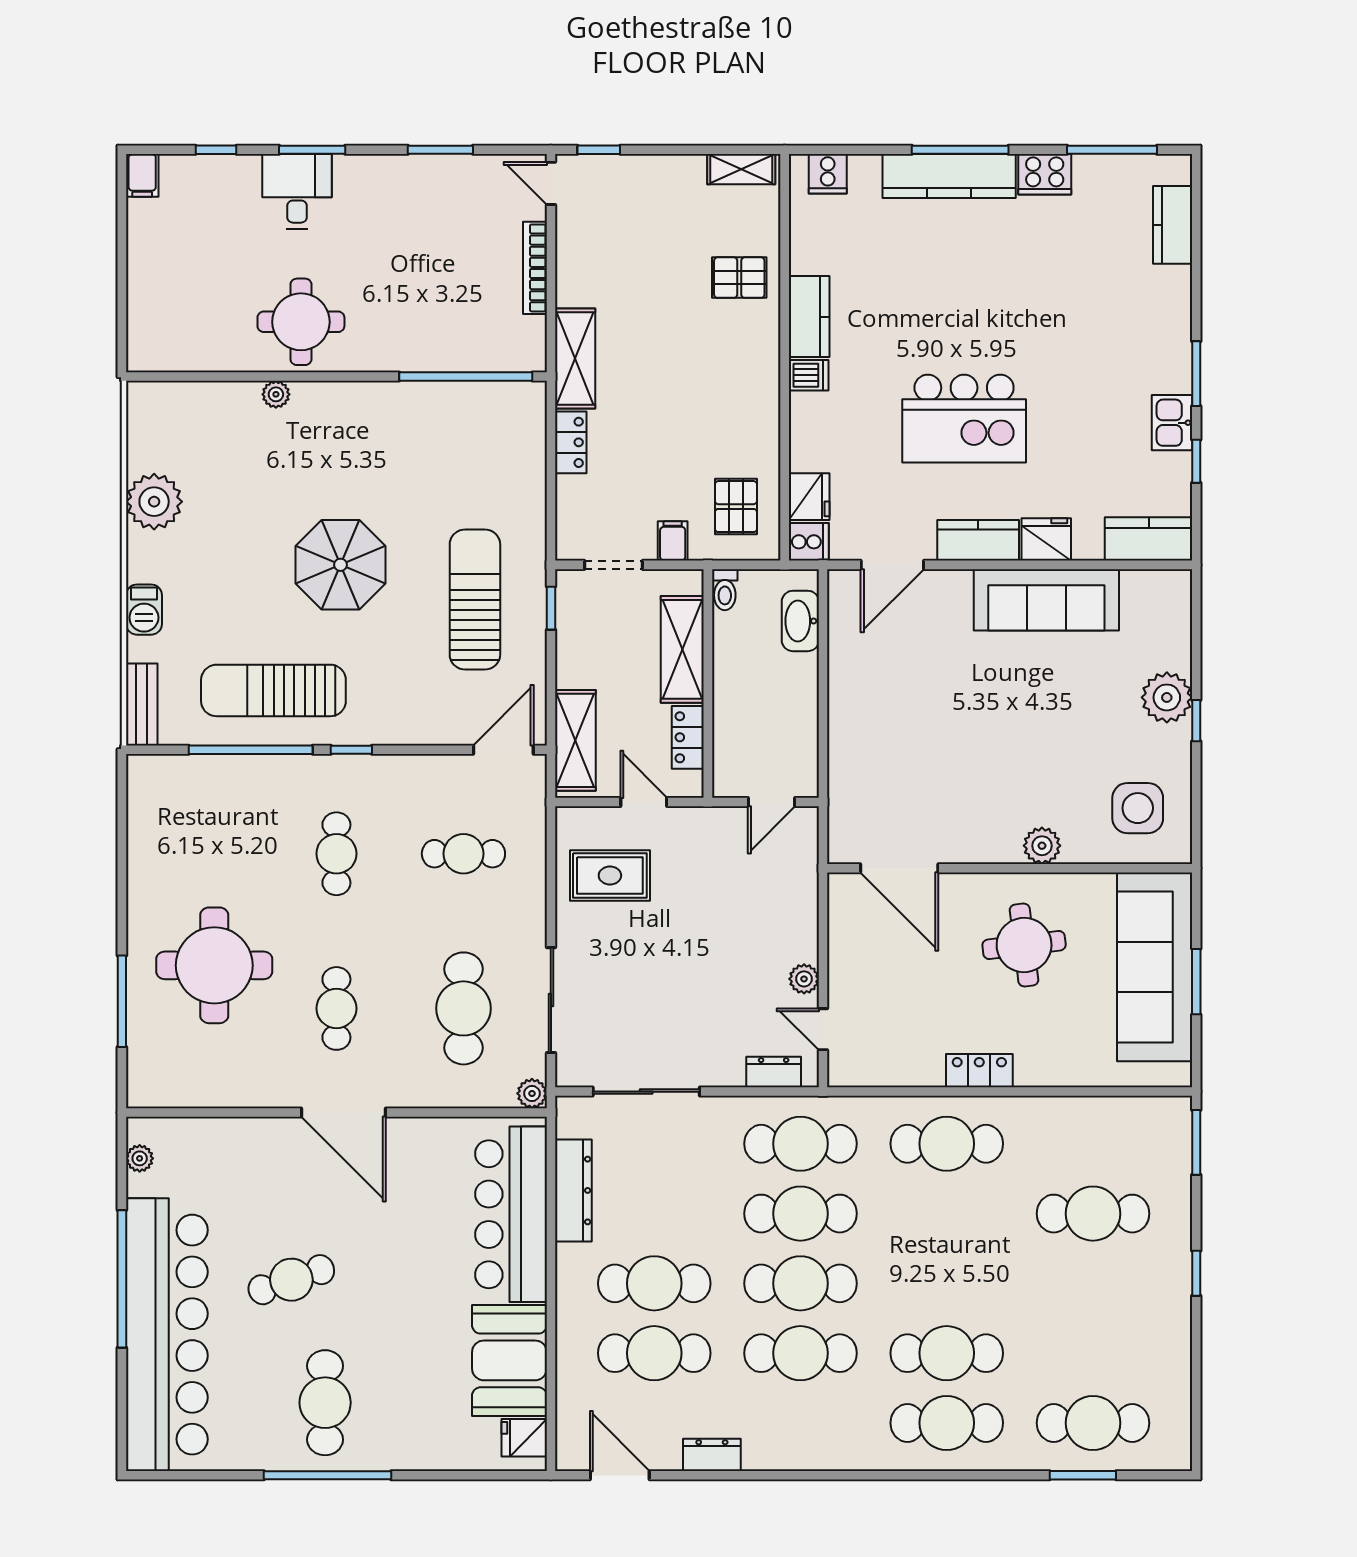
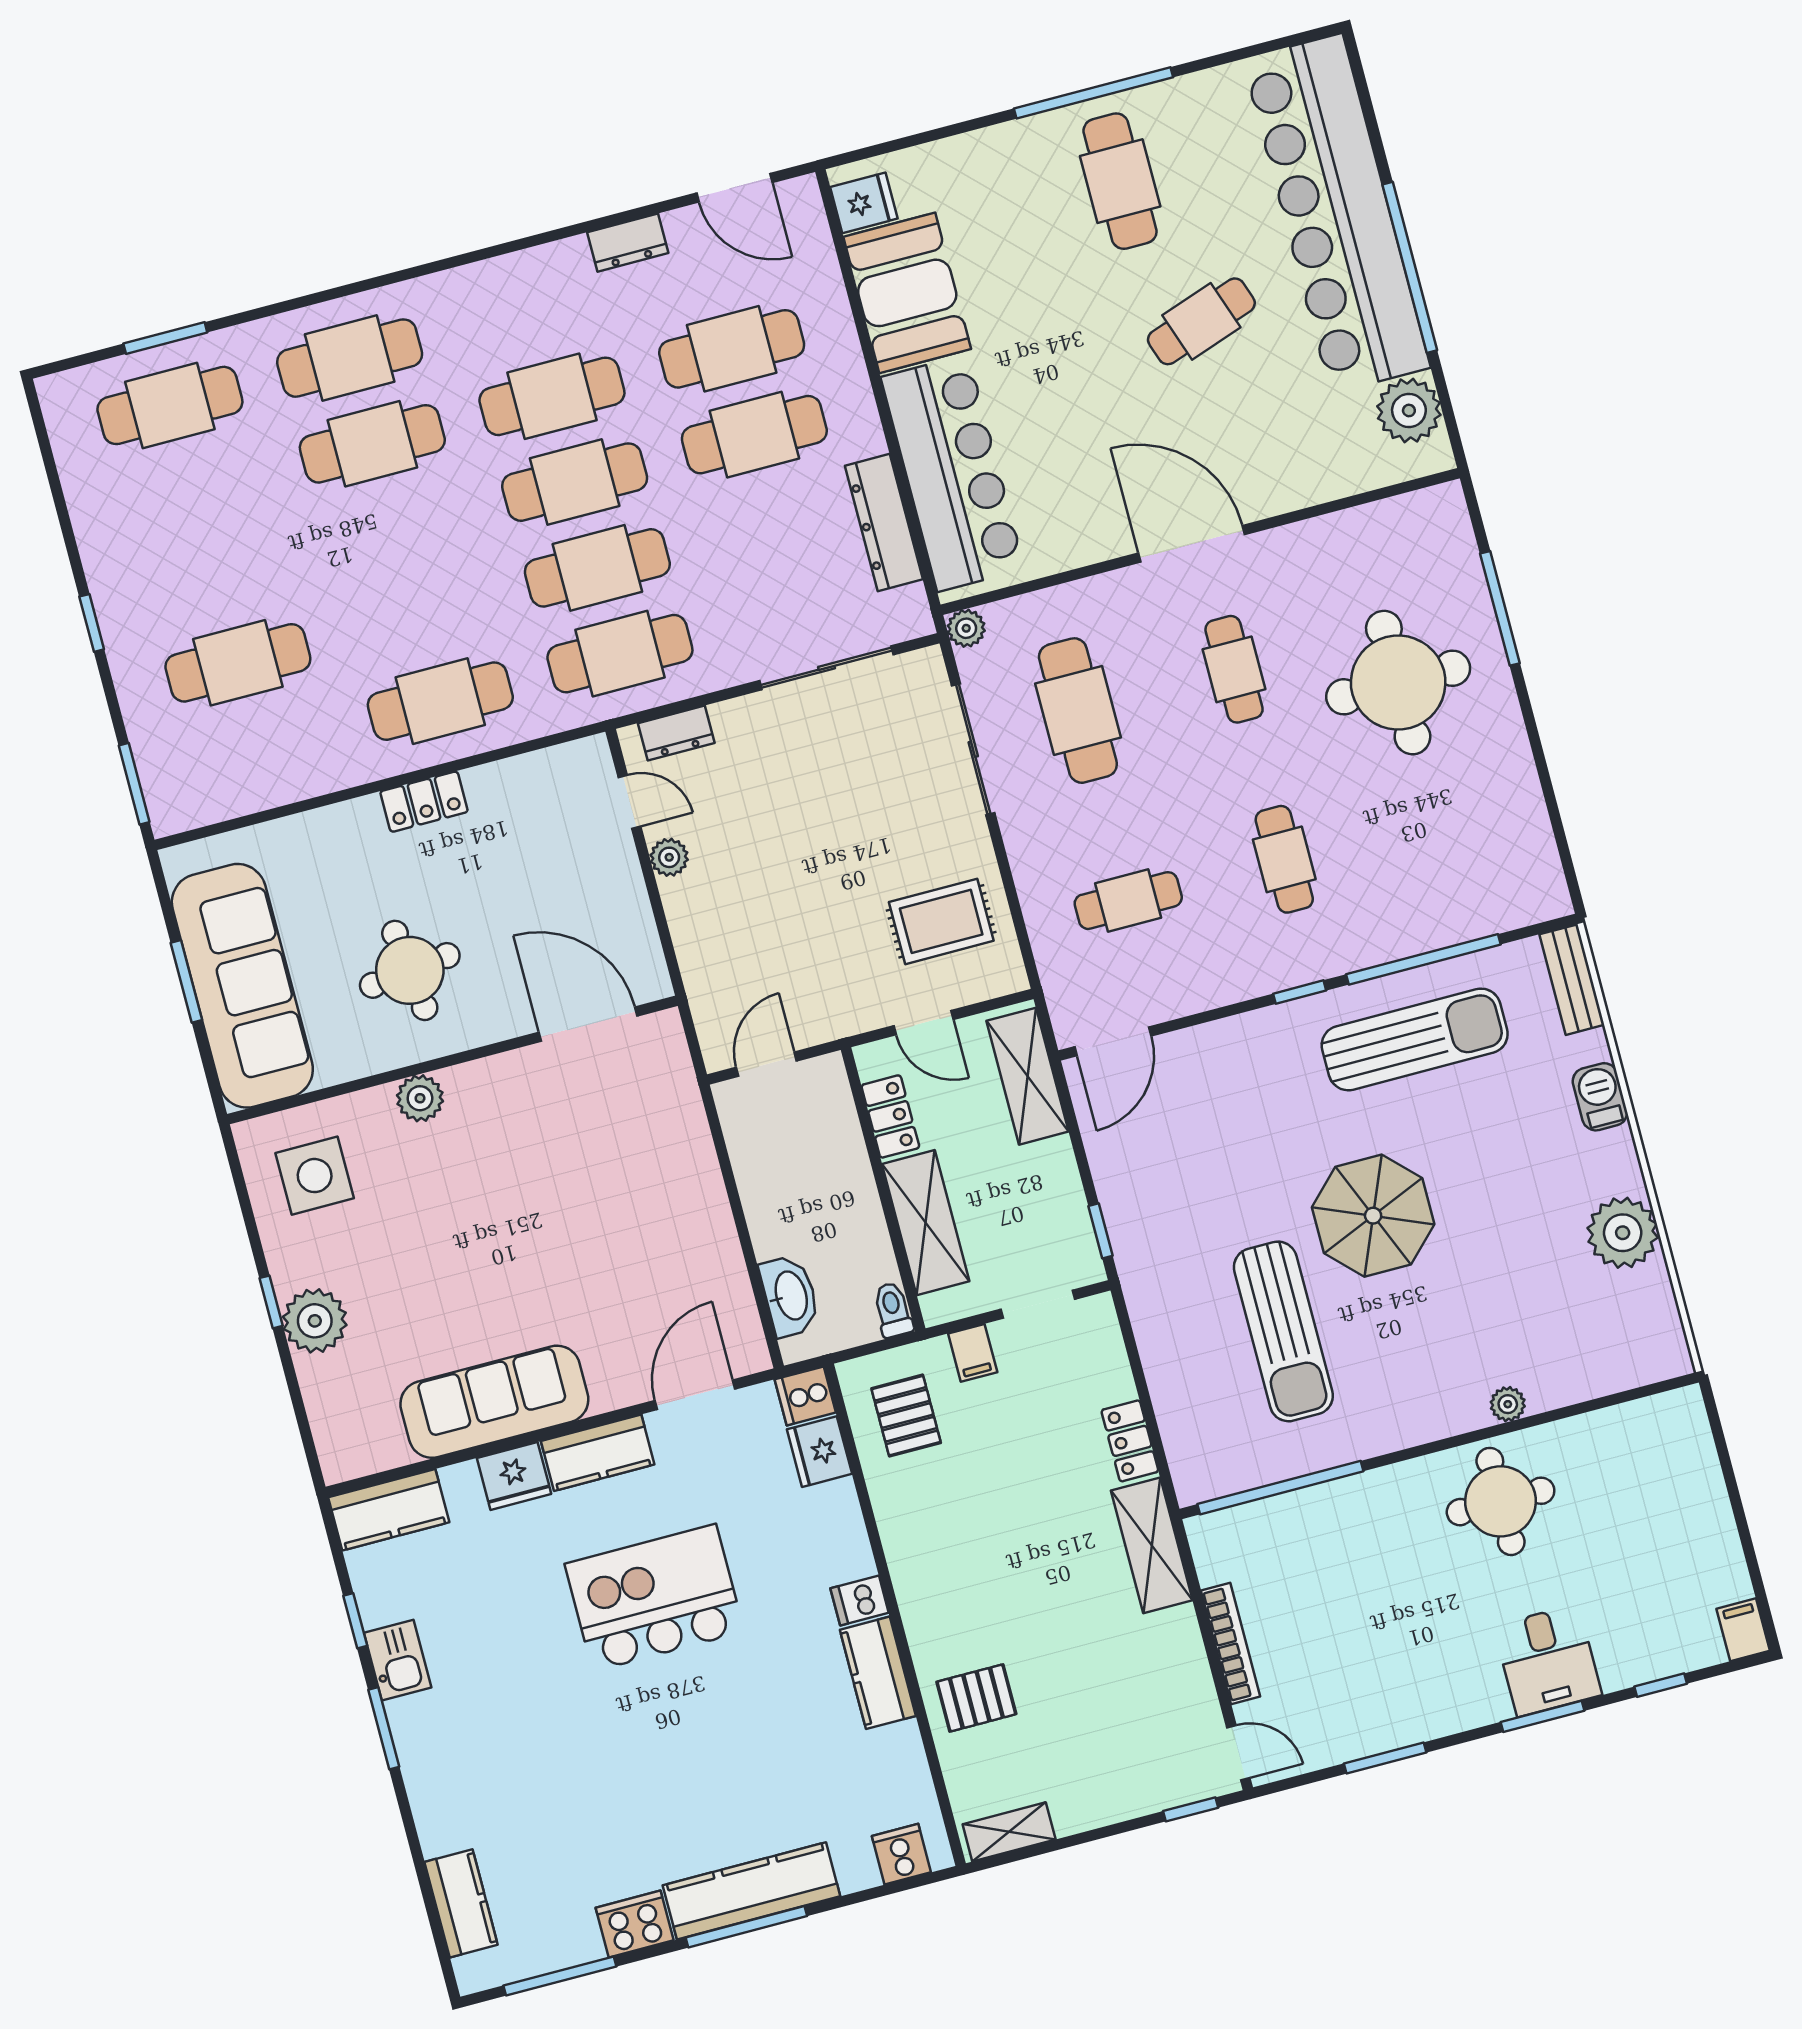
sun lounger: (475, 600) -> (1283, 1331), moved
plant: (140, 1158) -> (1409, 410), width x1.88, depth x1.88

